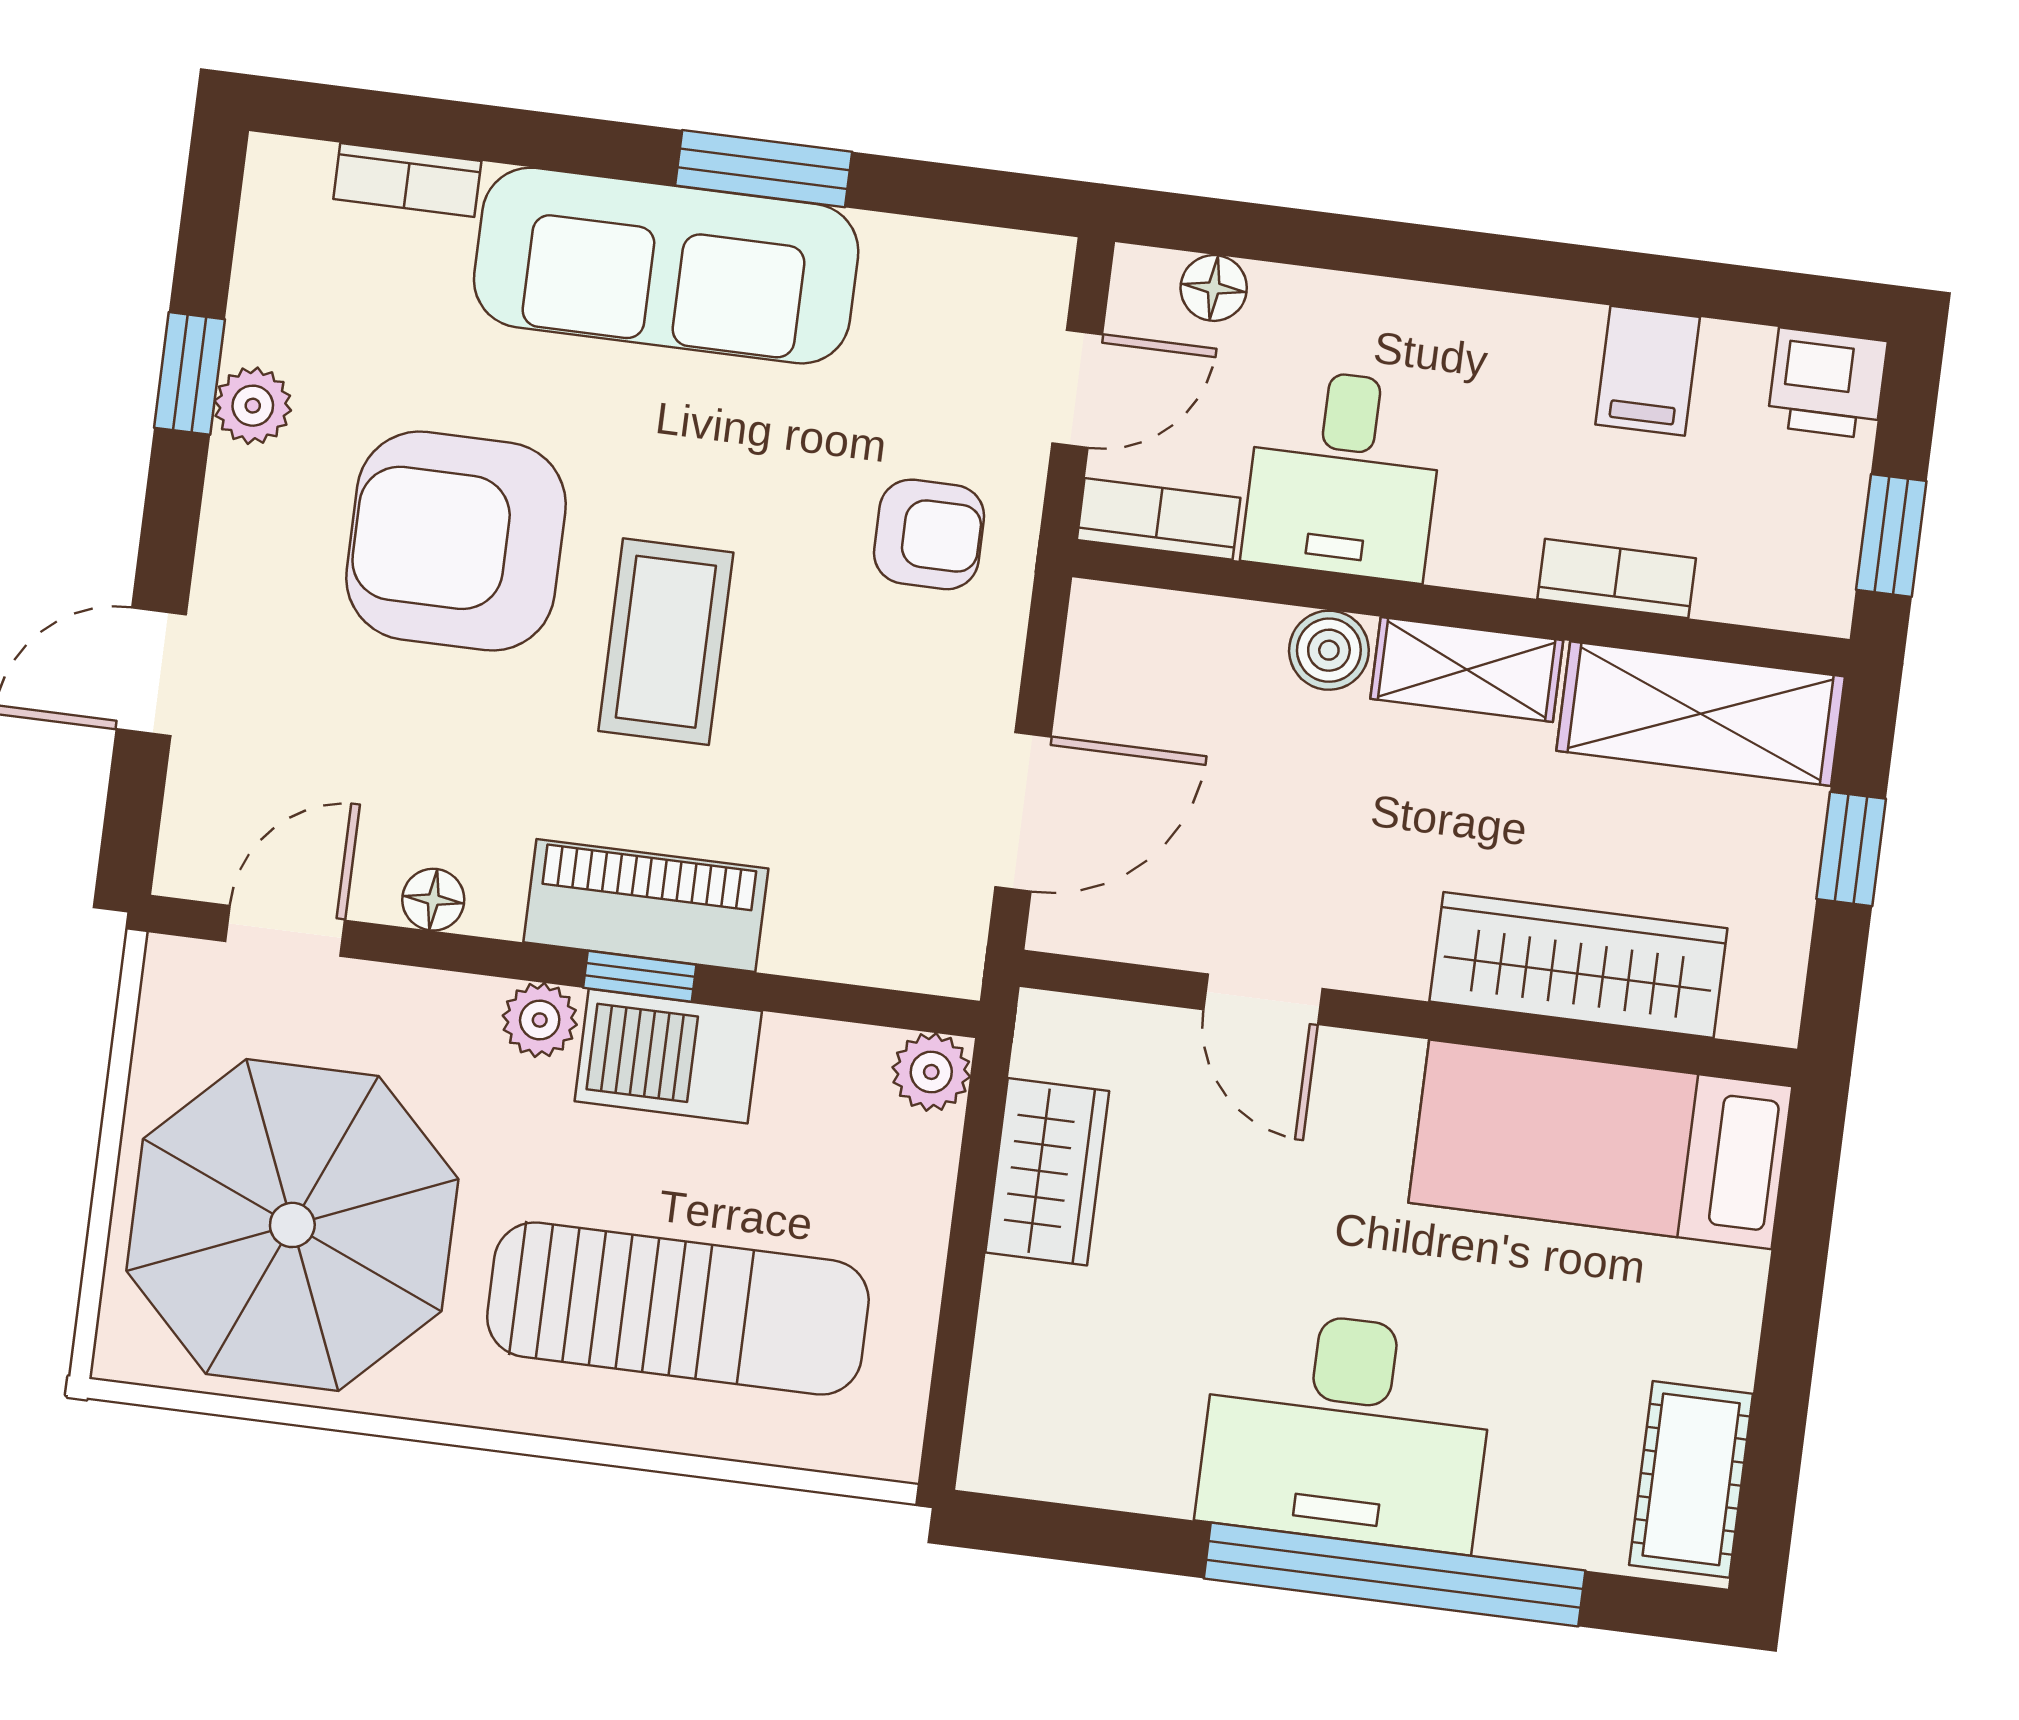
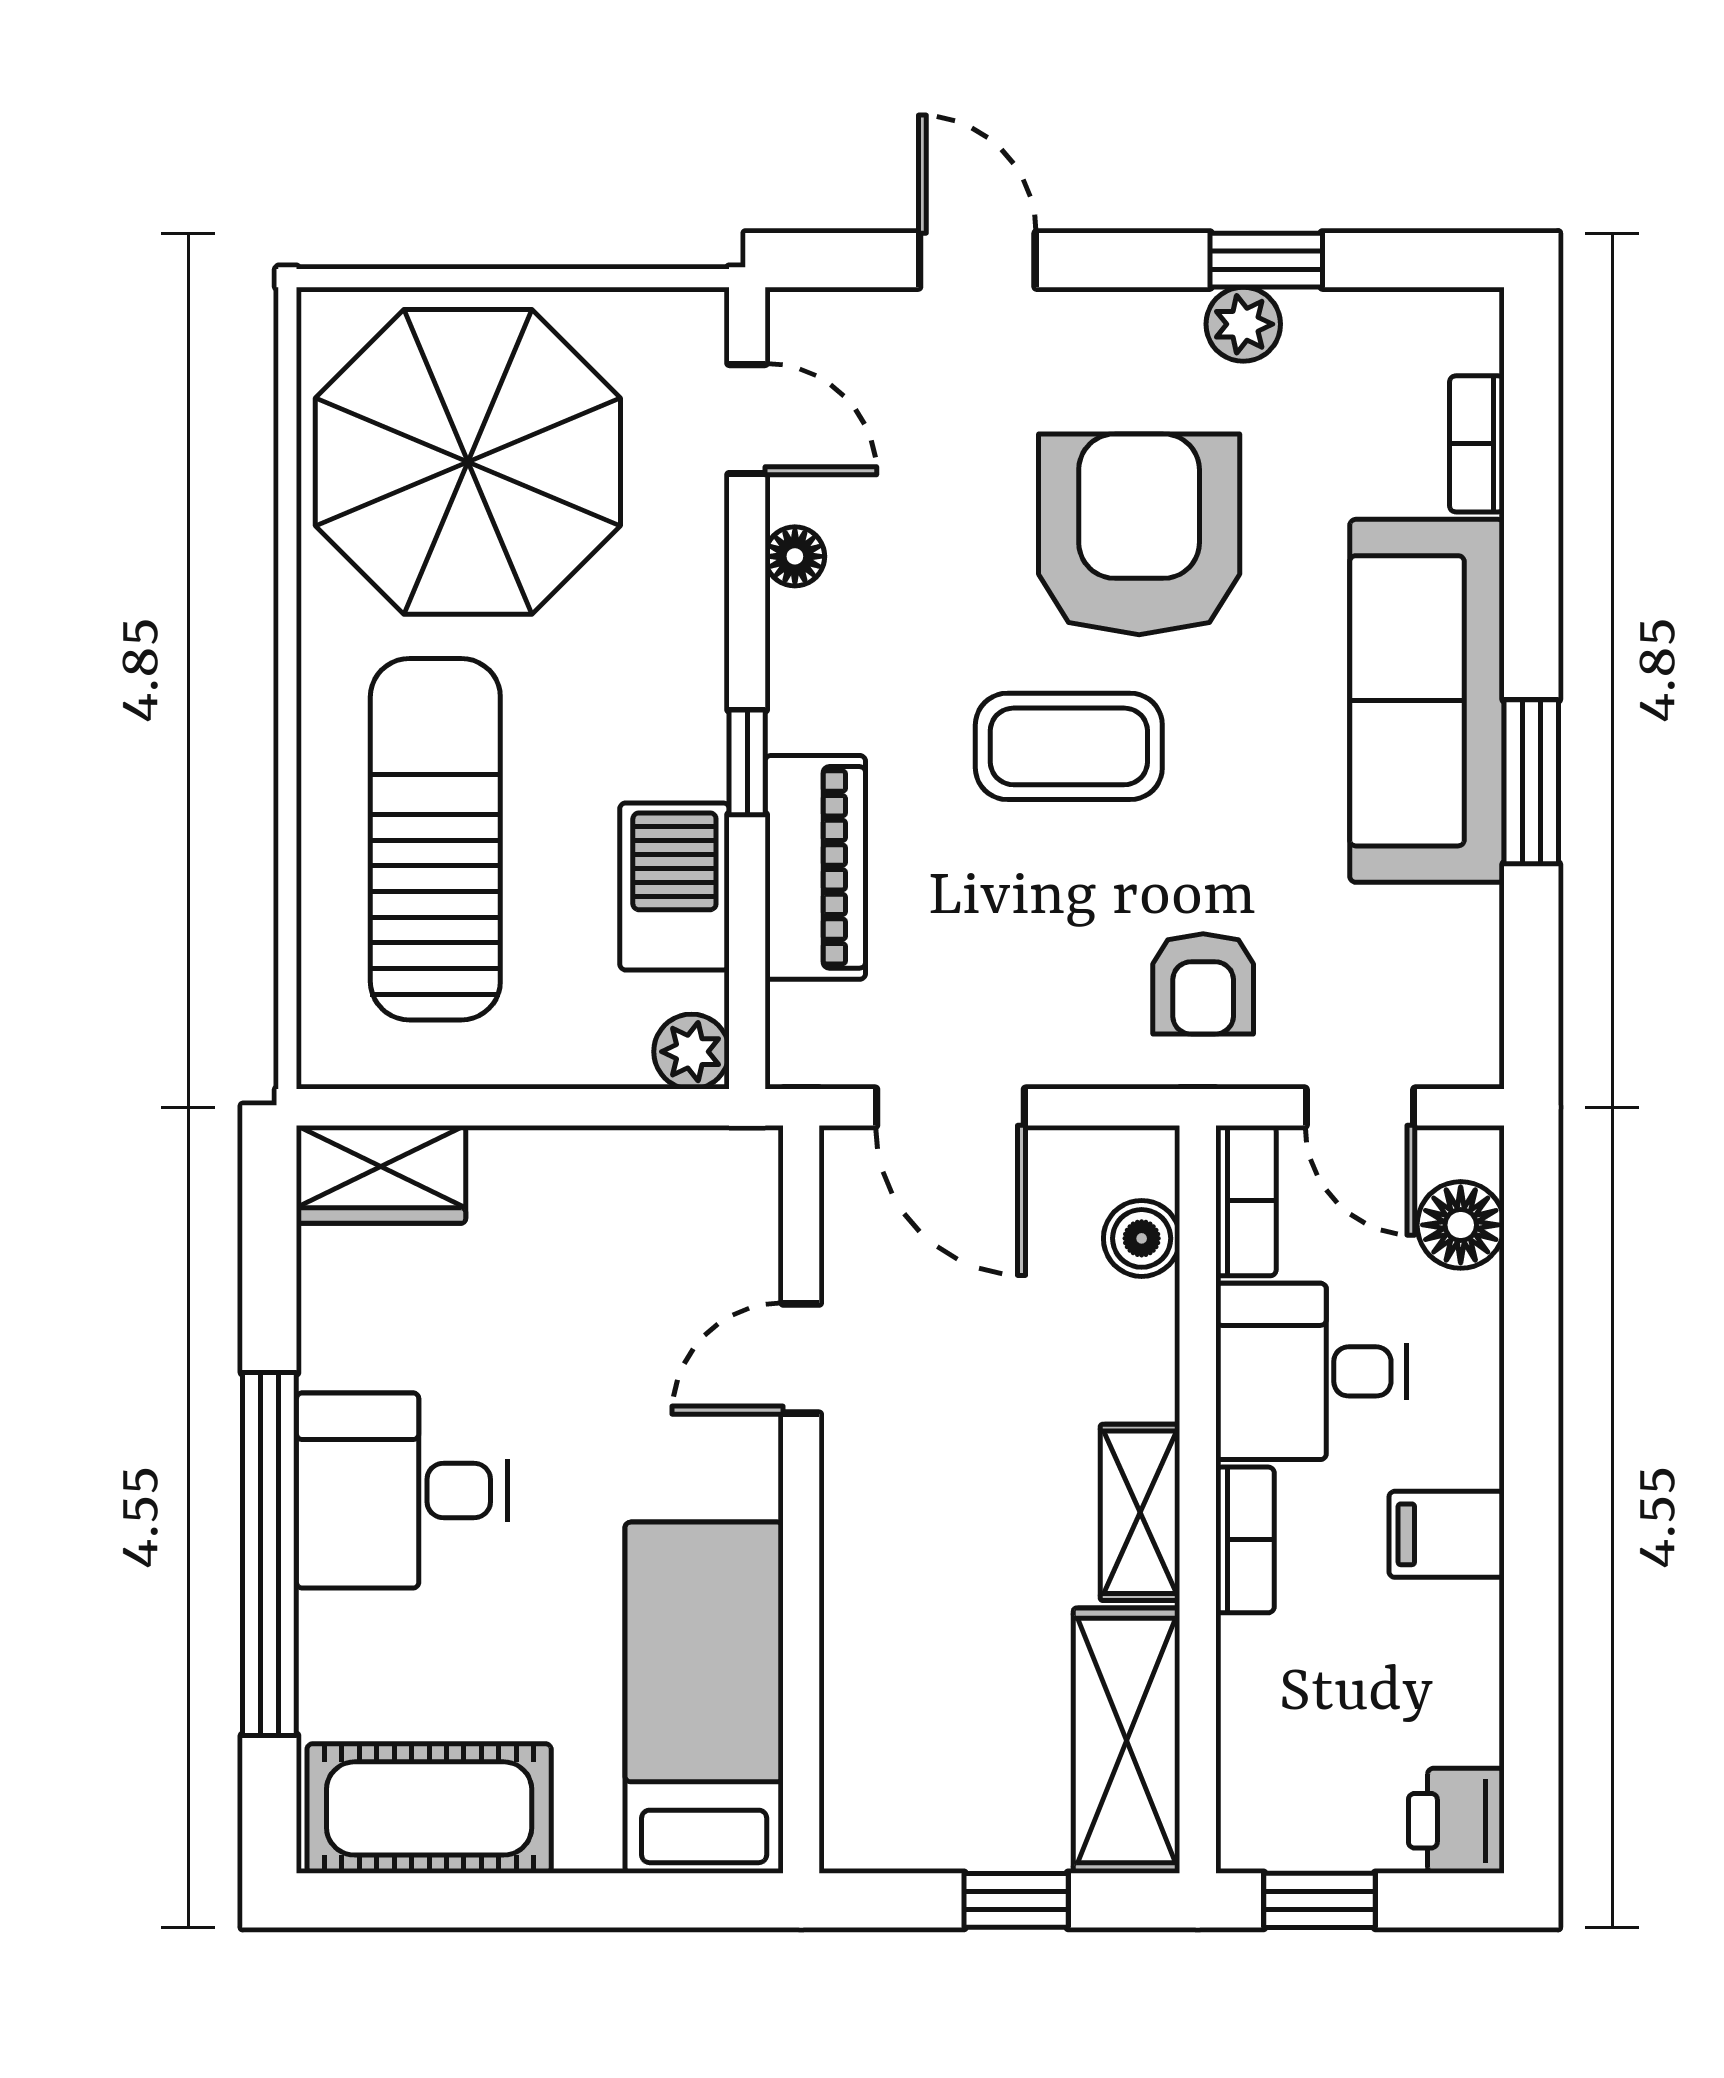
floor lamp: (1214, 288) -> (1461, 1225), width x1.37, depth x1.37
filing cabinet: (1648, 371) -> (1447, 1534), moved
bookcase: (1617, 579) -> (1245, 1540), moved
boiler: (1329, 650) -> (1142, 1238), moved
piano: (646, 905) -> (815, 867), moved
wardrobe: (1578, 965) -> (872, 1655), removed
plant: (540, 1020) -> (693, 672), removed
barbecue: (668, 1056) -> (674, 886), moved
wardrobe: (1047, 1172) -> (381, 1174), moved
sun lounger: (678, 1309) -> (435, 839), turned 180
desk: (1346, 1429) -> (402, 1491), width x0.73
cot: (1691, 1479) -> (429, 1808), width x1.37, depth x1.34

